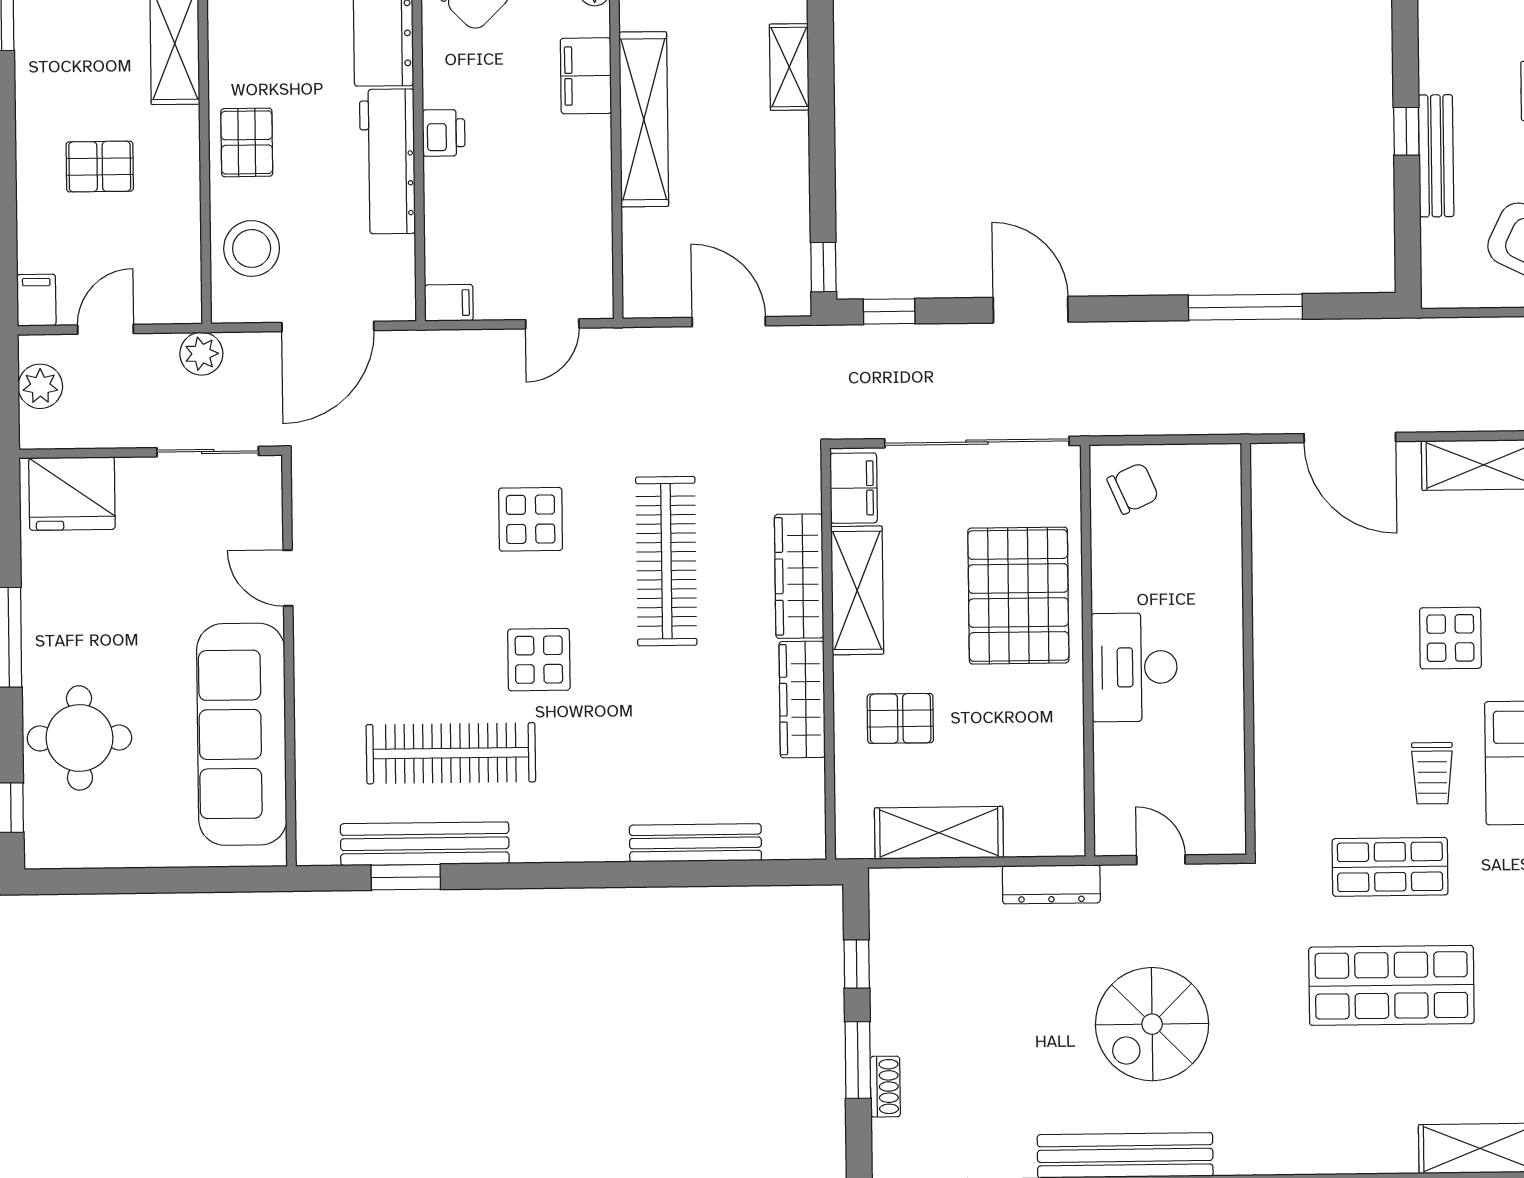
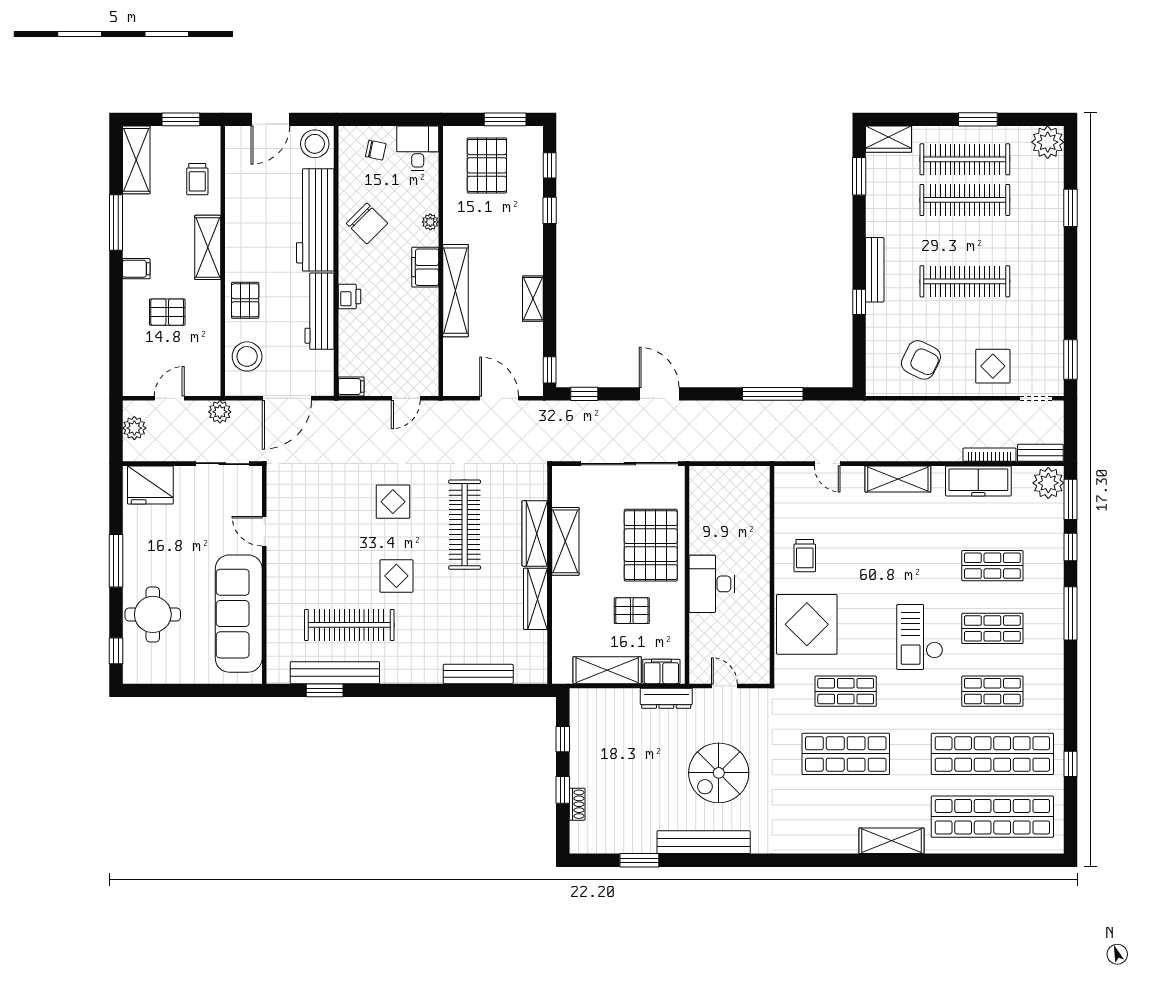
shelving: (789, 67) -> (533, 299), moved
bench: (1436, 156) -> (875, 270), moved
filing cabinet: (36, 300) -> (136, 269), moved, turned 90
door: (1350, 438) -> (827, 464), width x0.53
filing cabinet: (854, 488) -> (661, 671), moved, turned -90
chair: (1133, 488) -> (712, 489), removed
display table: (1450, 638) -> (807, 624), moved, width x1.86, depth x1.86
pallet: (900, 718) -> (632, 611), moved
trolley: (1432, 773) -> (805, 556), moved
window: (858, 1060) -> (563, 790), width x0.67

